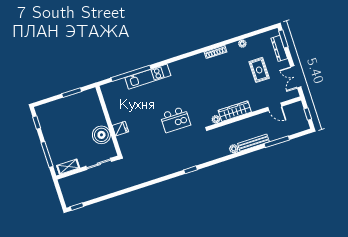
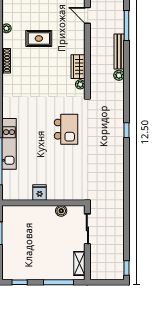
rug: (259, 70) -> (39, 38), moved
door: (275, 107) -> (87, 15), swing flipped
wardrobe: (235, 111) -> (78, 67), width x0.67
fridge: (120, 129) -> (40, 193), moved
boiler: (101, 135) -> (61, 211), width x0.54, depth x0.54

